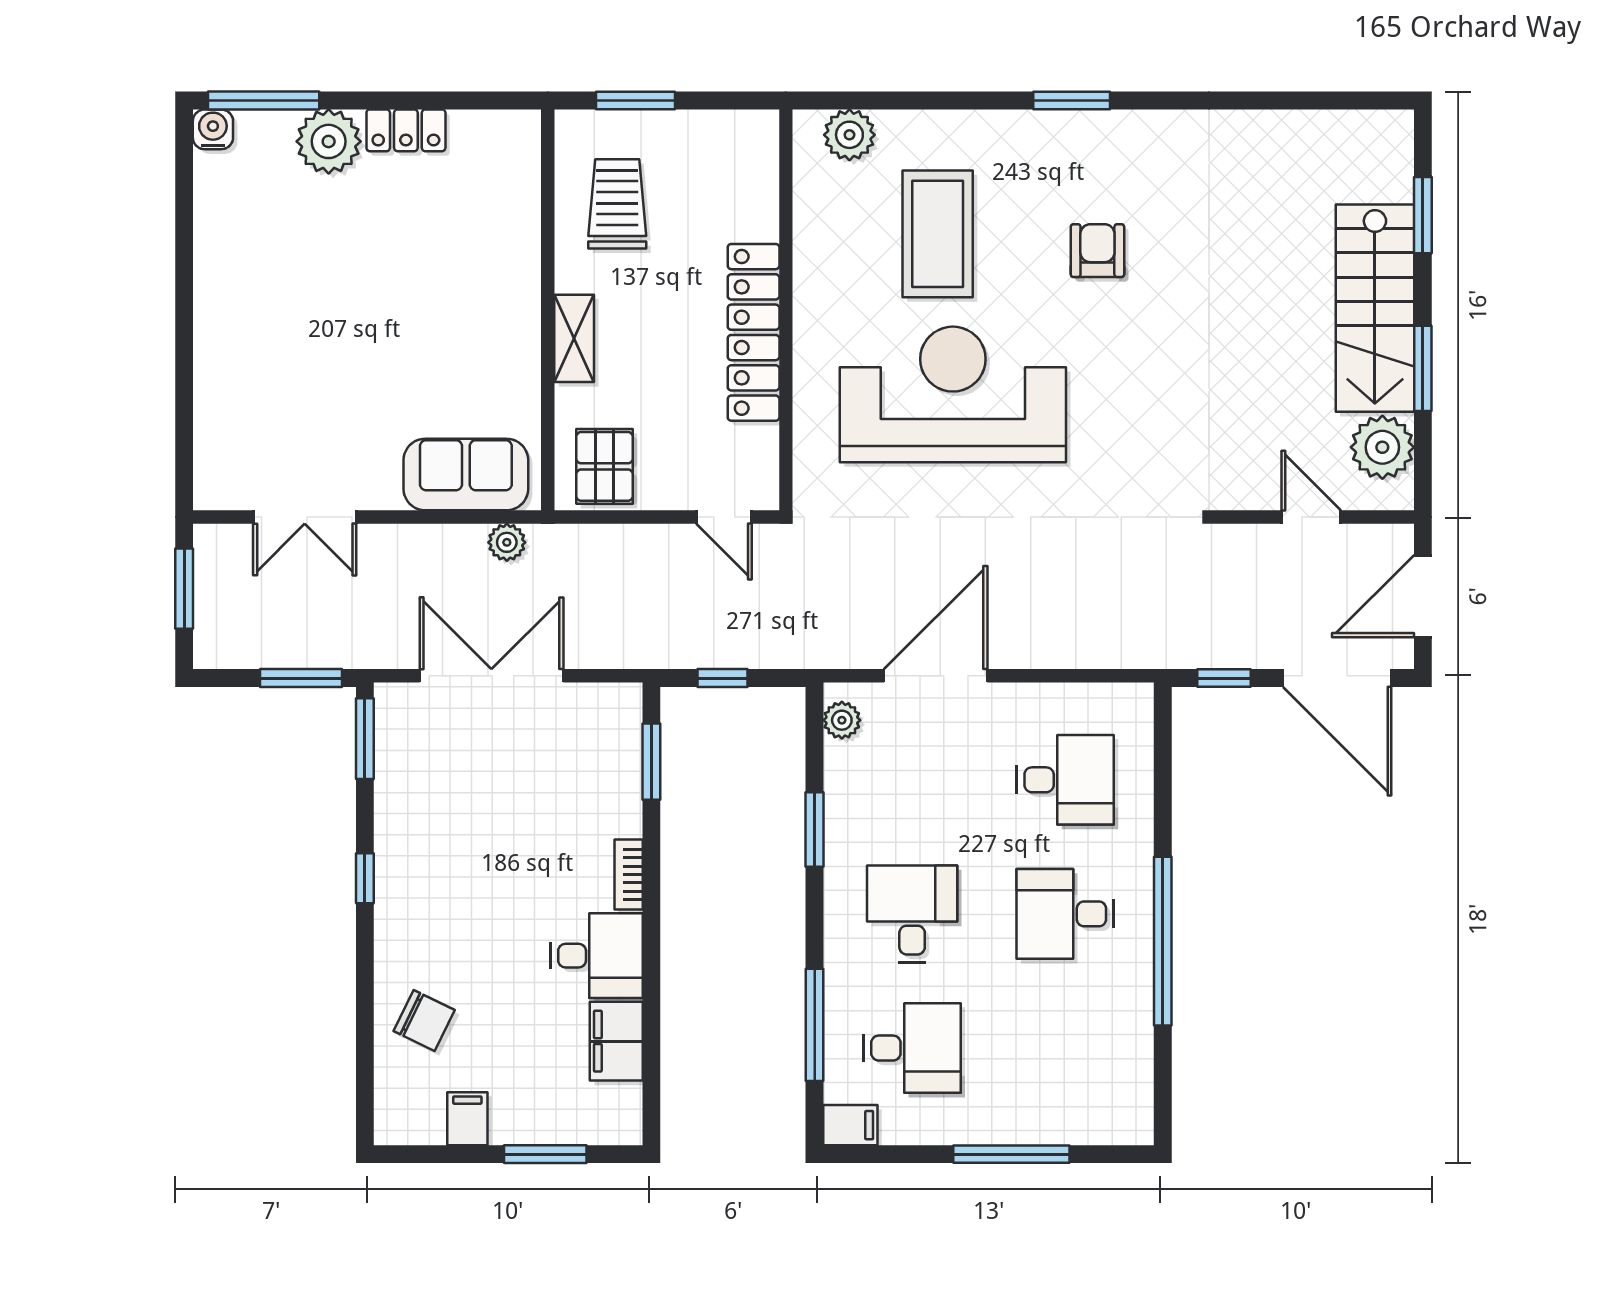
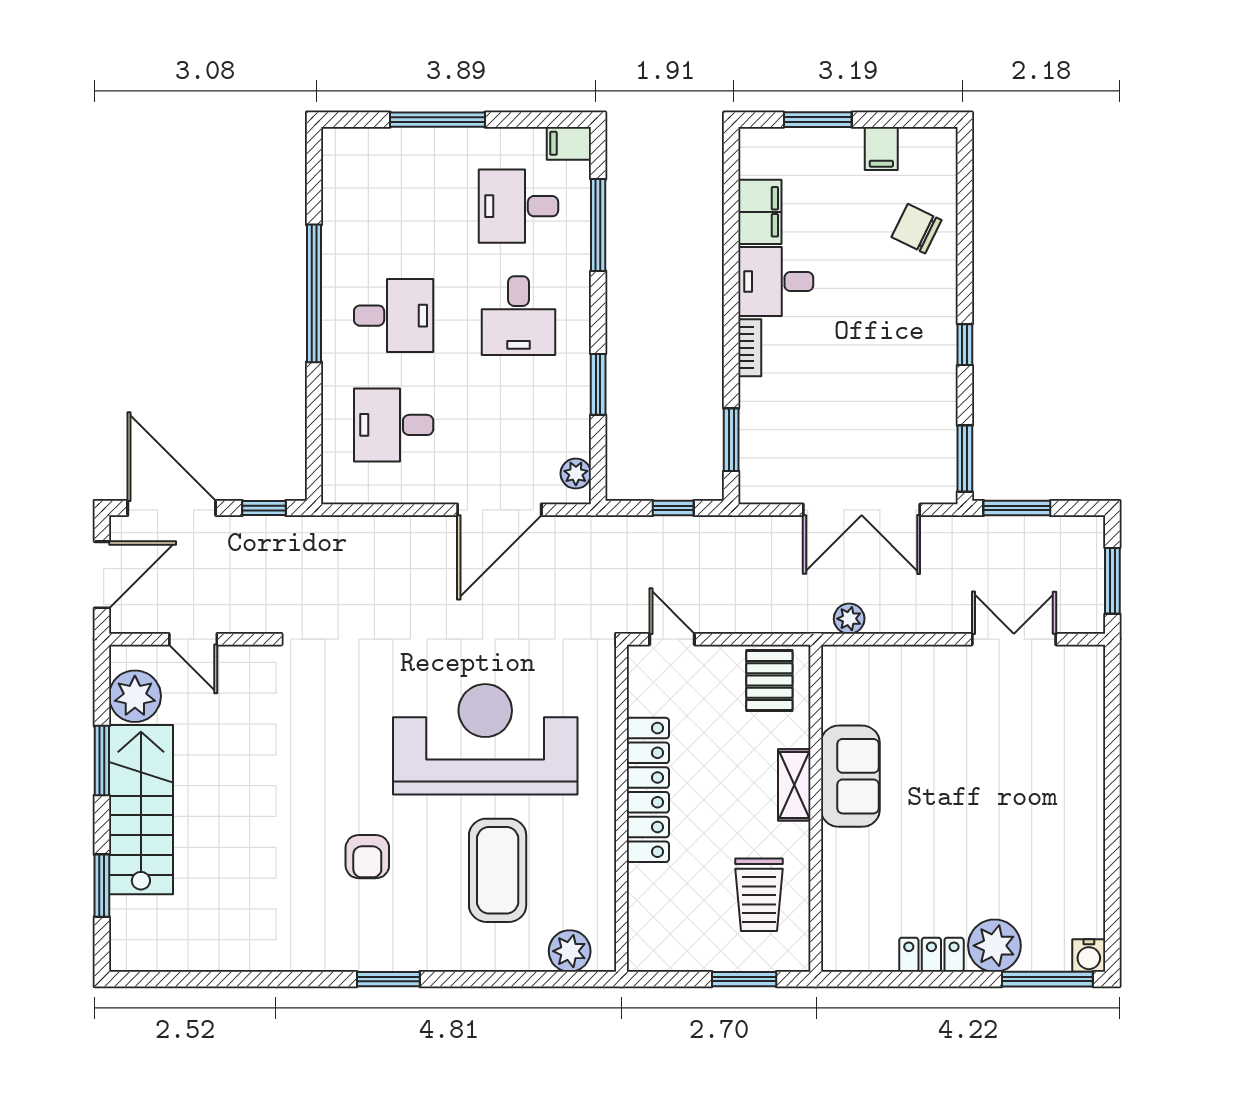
reception desk: (953, 394) -> (485, 739), turned 180
sofa: (466, 475) -> (850, 776), moved, turned -90

